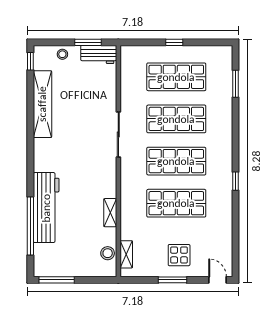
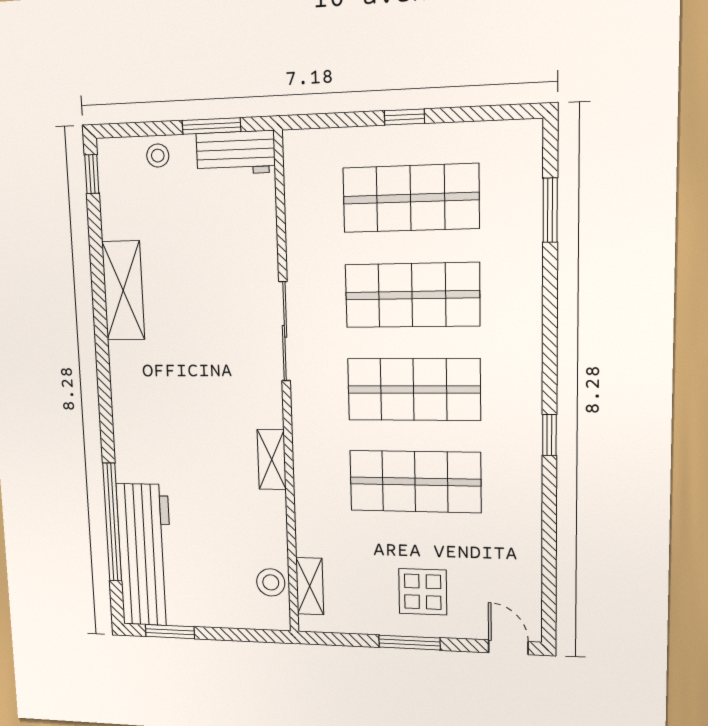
shelving: (42, 104) -> (123, 290), width x0.68
workbench: (46, 208) -> (145, 555), moved
shelving: (110, 213) -> (272, 460), moved
window: (57, 280) -> (170, 632), width x0.69

